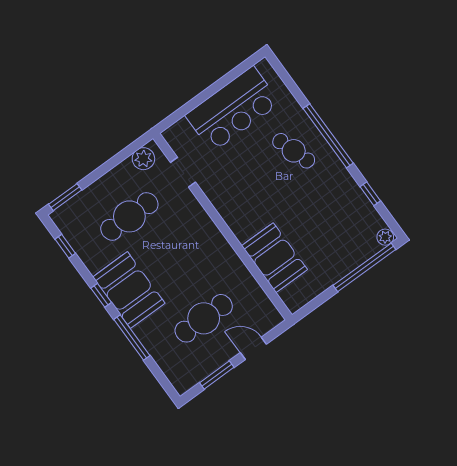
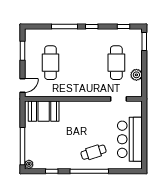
plant: (143, 159) -> (136, 75), moved
booth: (275, 258) -> (44, 111), moved
booth: (129, 290) -> (85, 40), removed
door: (253, 348) -> (23, 85), moved

